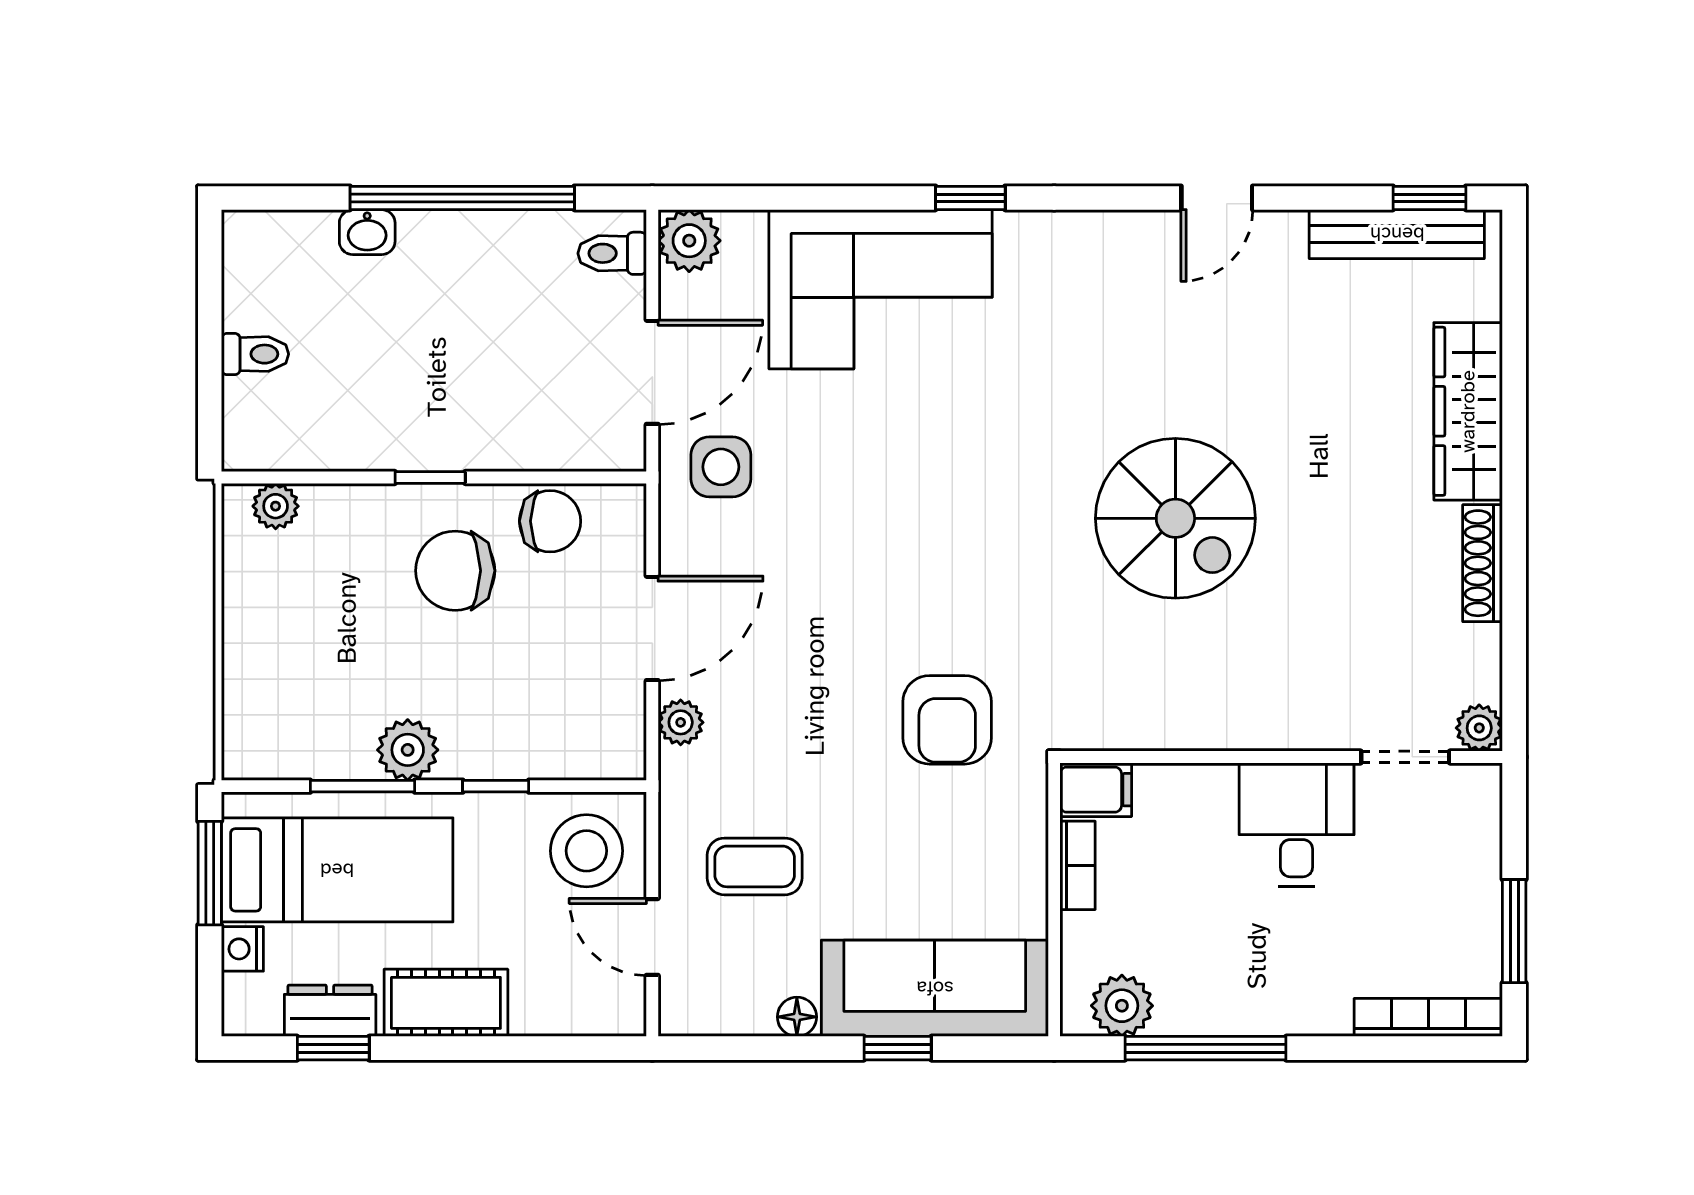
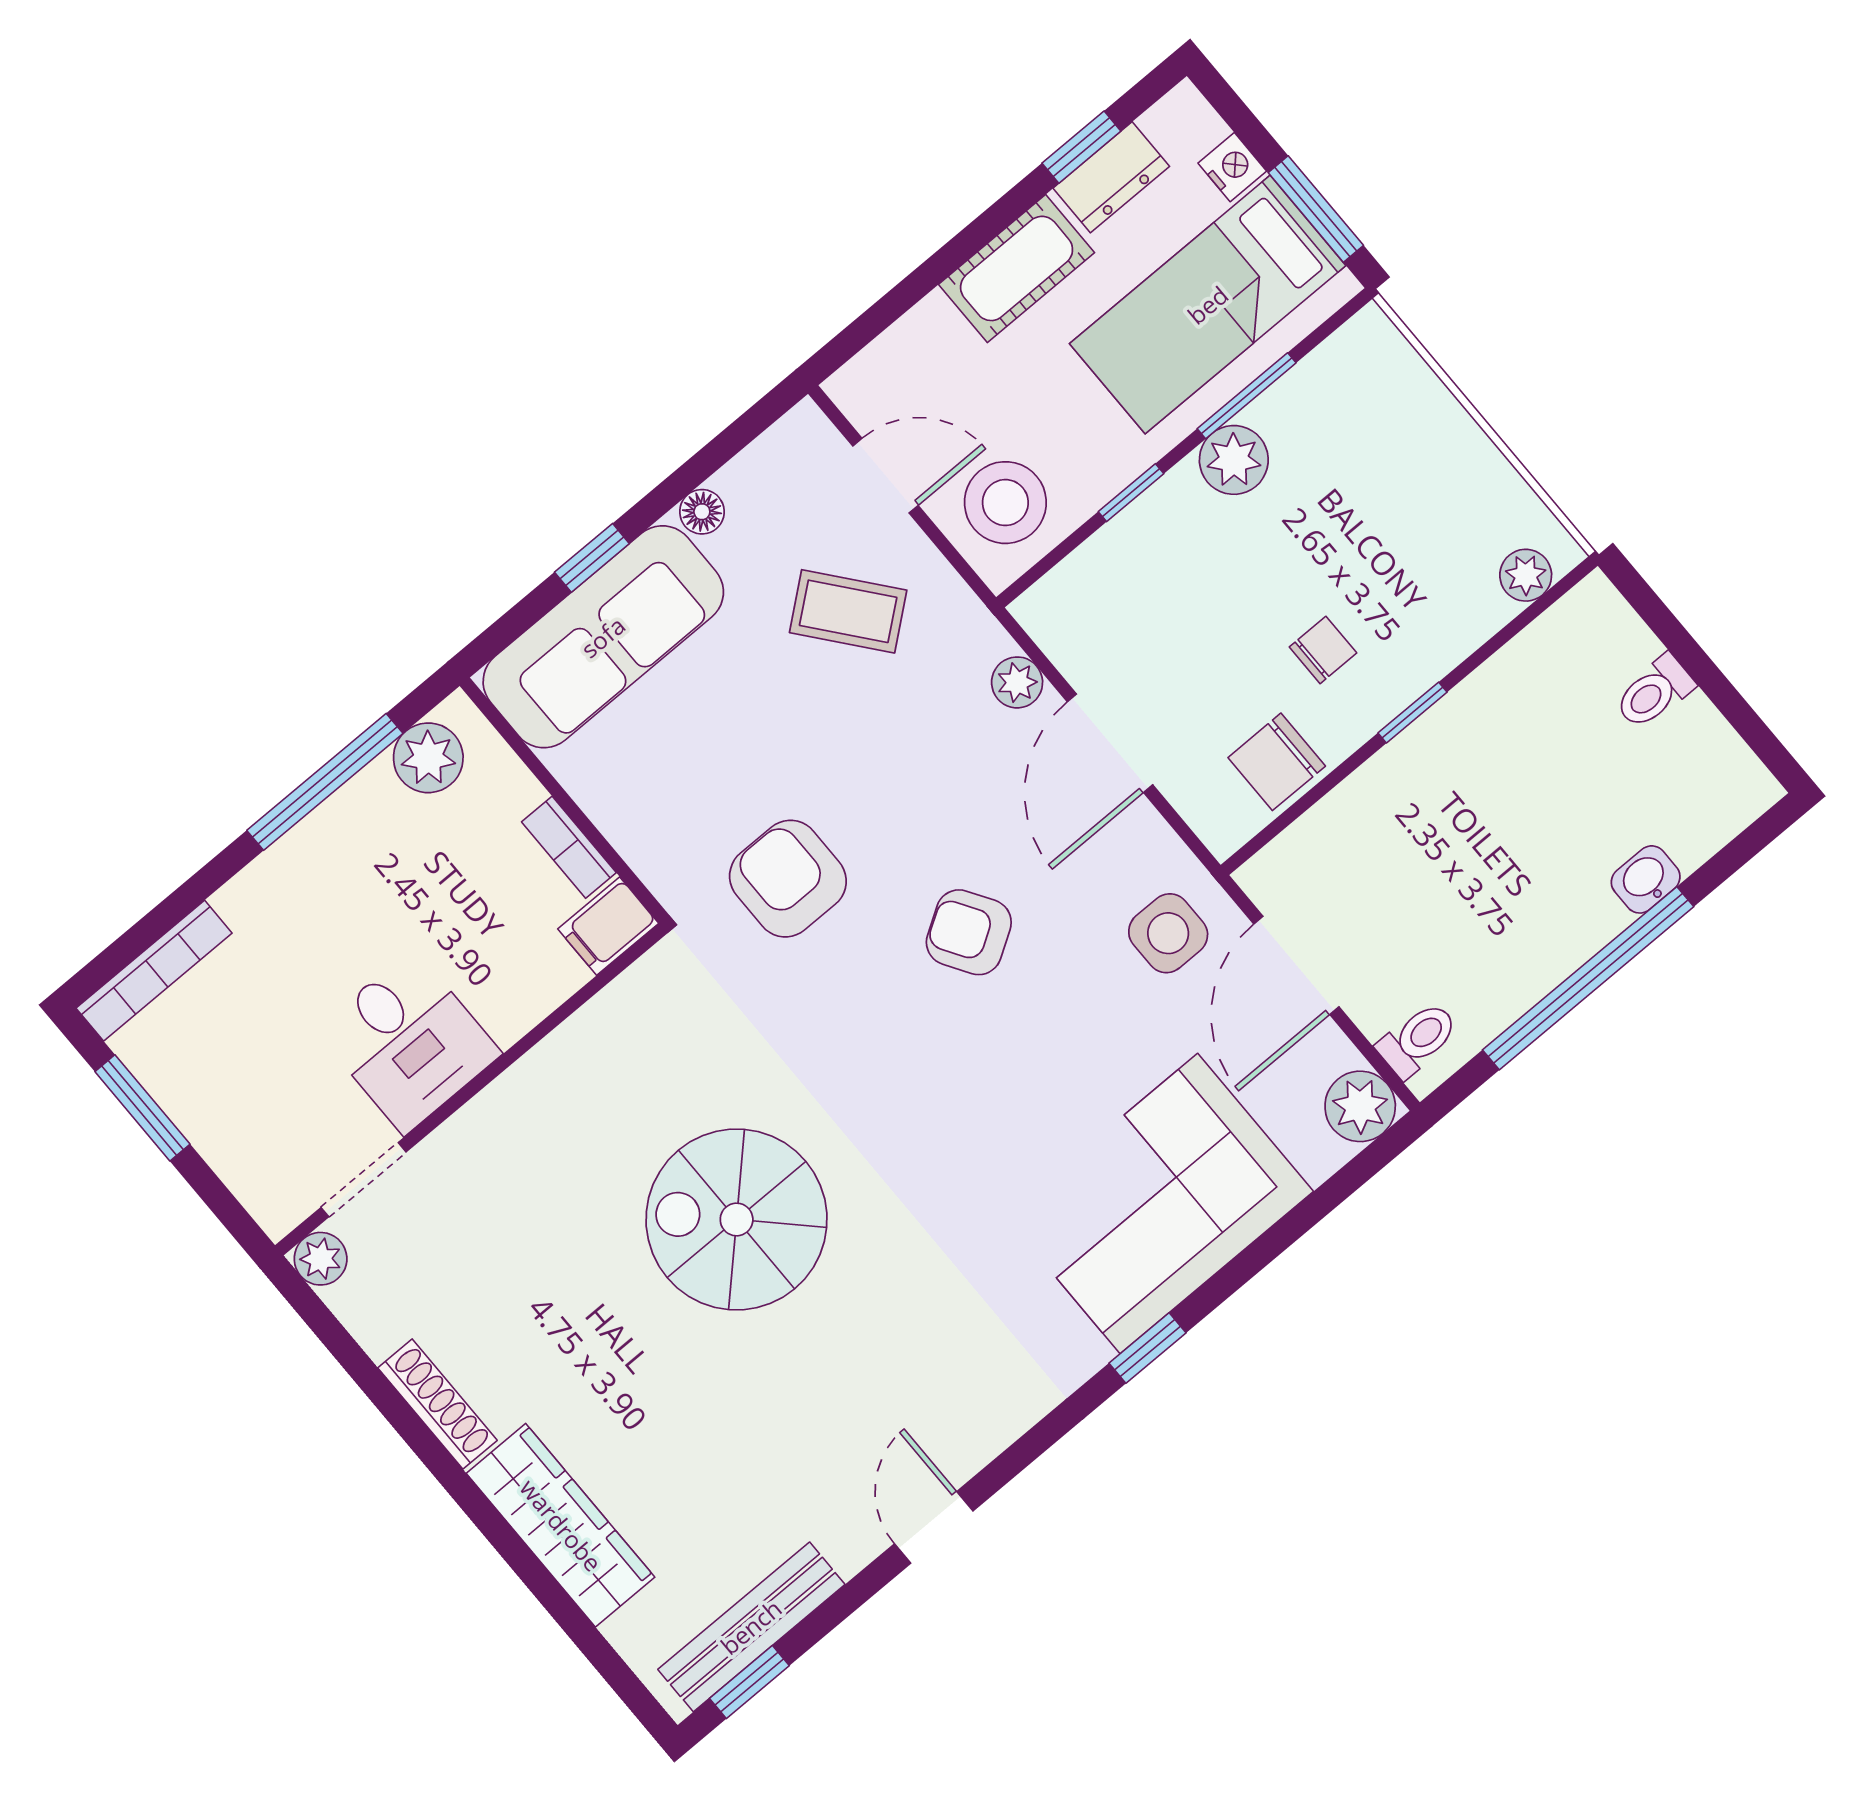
chair: (455, 571) -> (1323, 650), width x0.54, depth x0.54
armchair: (855, 581) -> (969, 932), added
coffee table: (755, 866) -> (848, 611), turned 51

